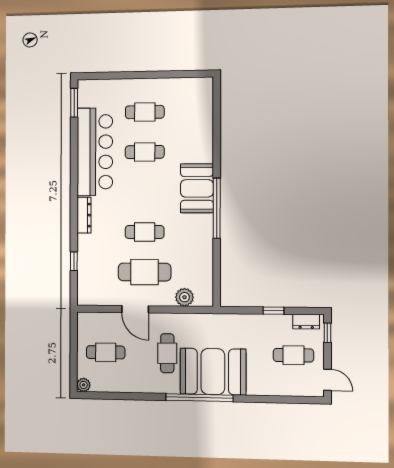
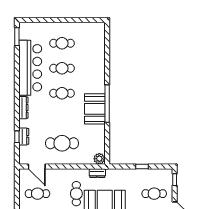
booth: (197, 188) -> (95, 109), moved
cafe table: (145, 232) -> (62, 93), moved
dresser: (85, 261) -> (24, 136), added
plant: (184, 297) -> (99, 159), moved
door: (135, 309) -> (37, 166), moved
dresser: (306, 322) -> (97, 173), moved

